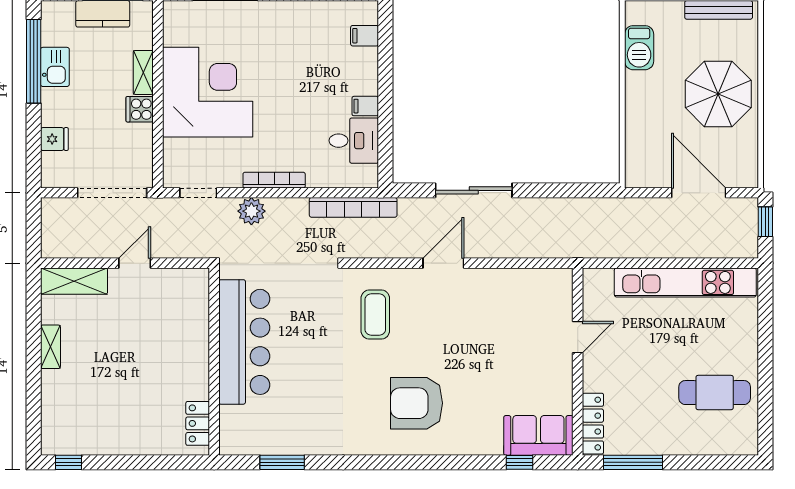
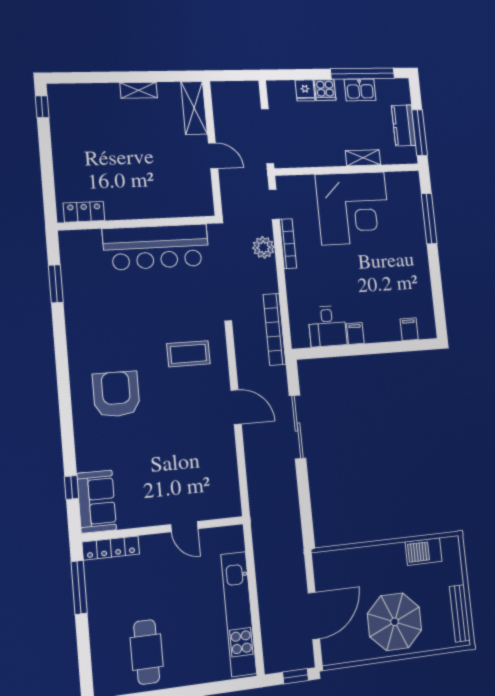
cooker: (140, 109) -> (325, 90), moved, turned 180
bookcase: (274, 180) -> (288, 244), moved

